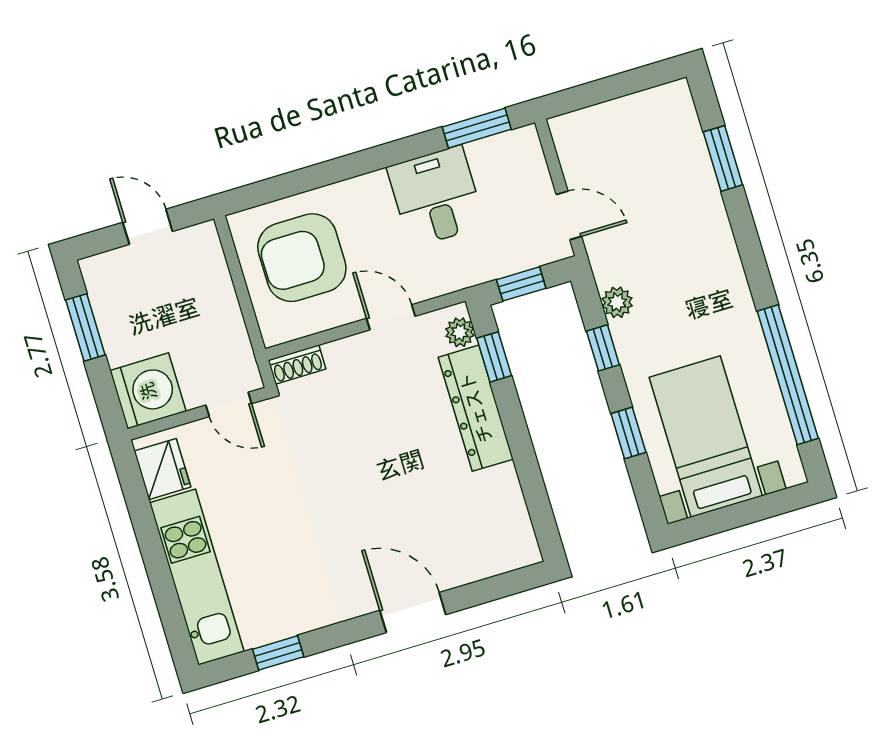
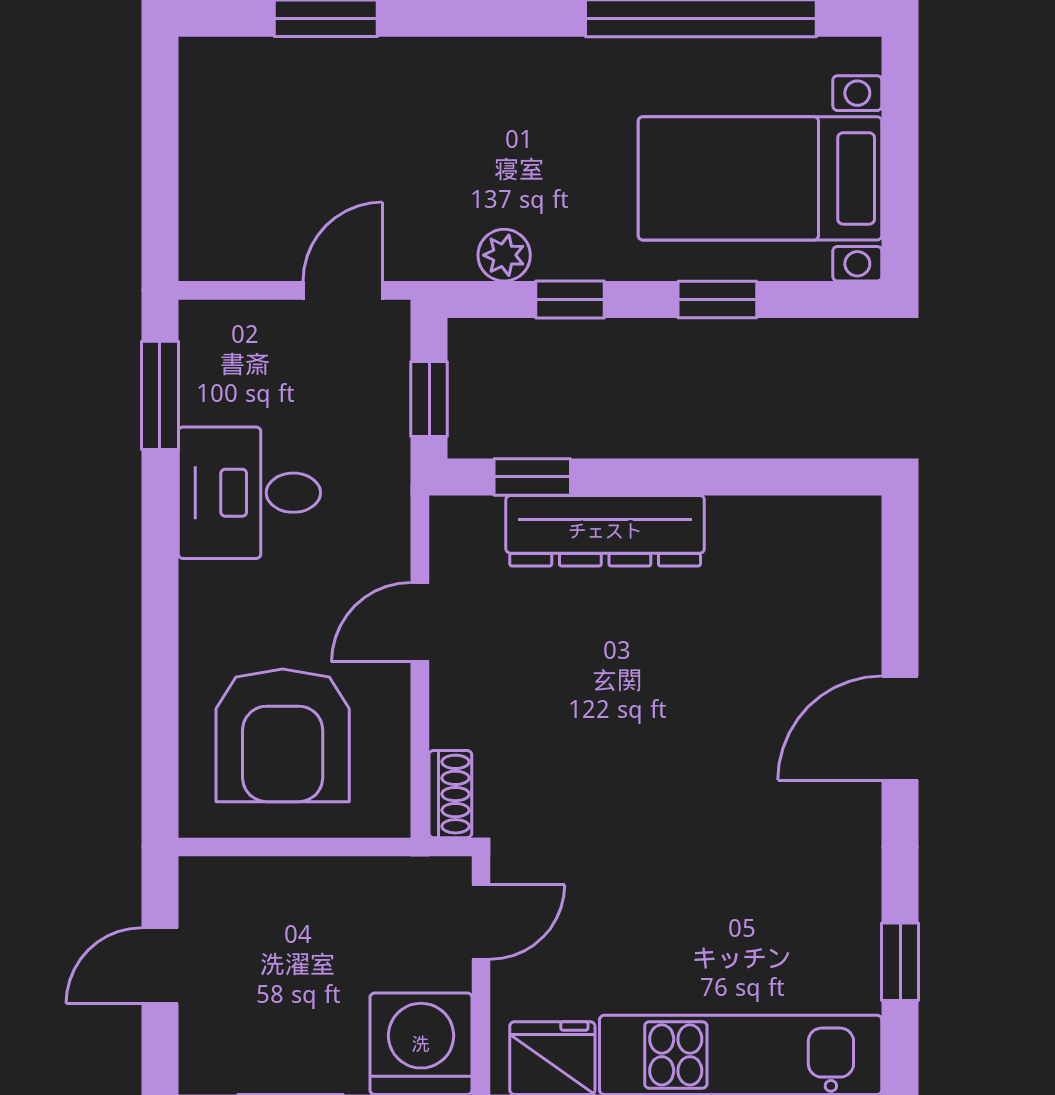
plant: (460, 332) -> (477, 520), removed

